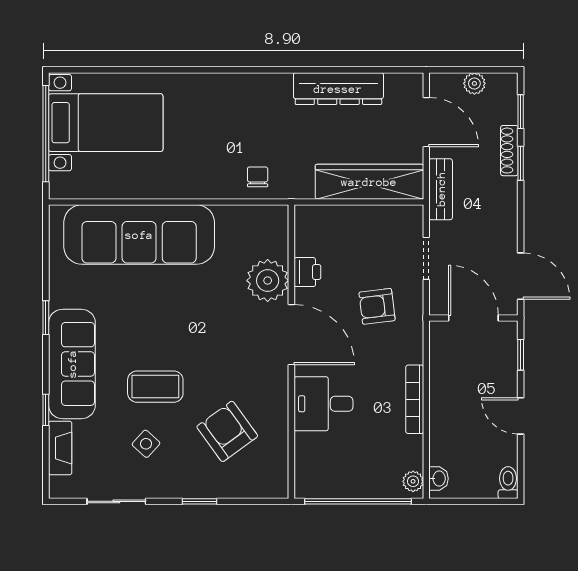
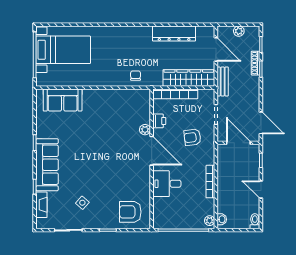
bookcase: (341, 215) -> (175, 94), added
sofa: (139, 235) -> (63, 100), width x0.54, depth x0.79
plant: (268, 281) -> (145, 130), width x0.53, depth x0.53
coffee table: (155, 387) -> (87, 175), removed
armchair: (227, 431) -> (130, 212), moved, turned -54

